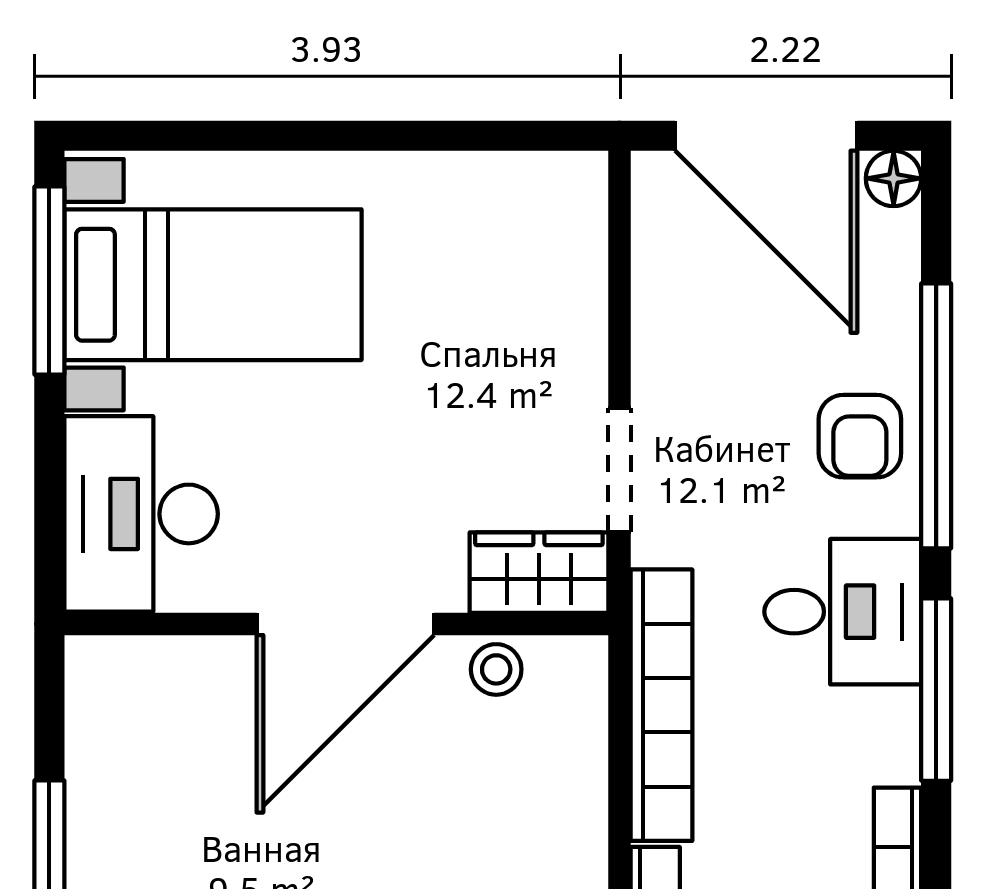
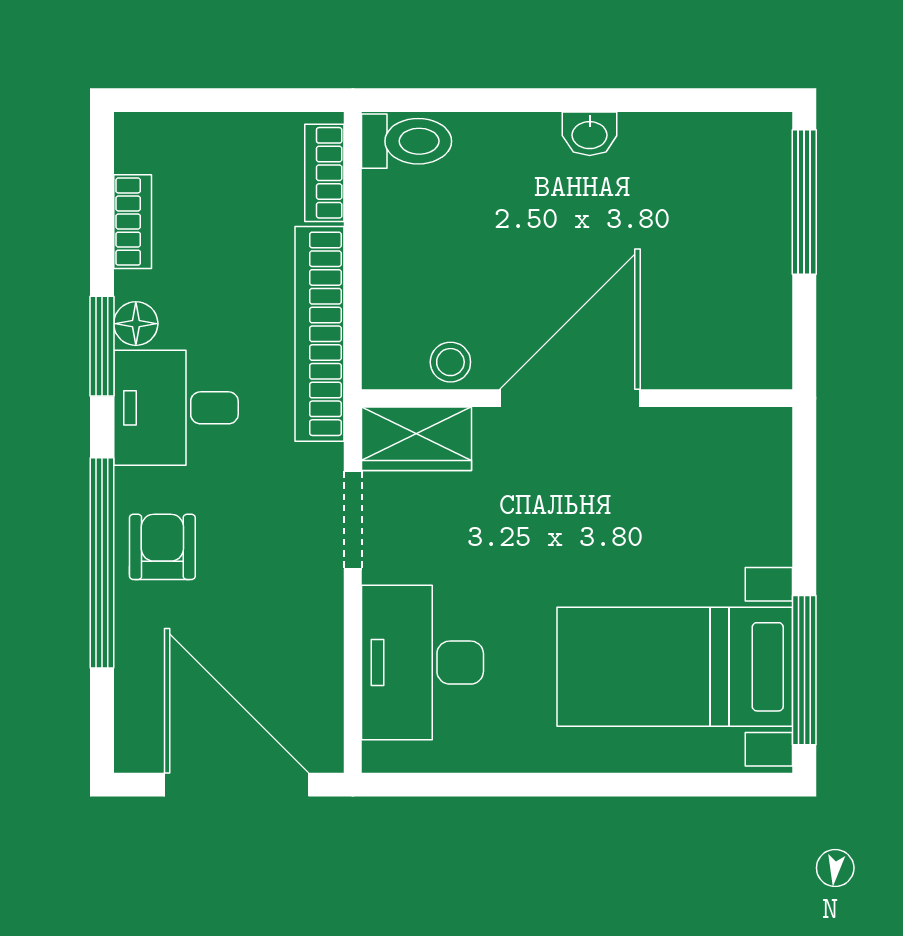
floor lamp: (894, 178) -> (136, 324), moved
desk: (141, 514) -> (422, 663), moved, turned 180
window: (936, 690) -> (102, 346), width x0.69

